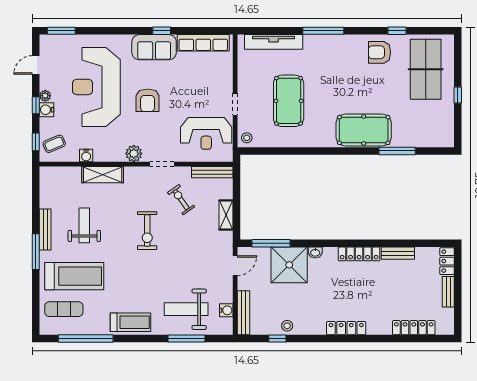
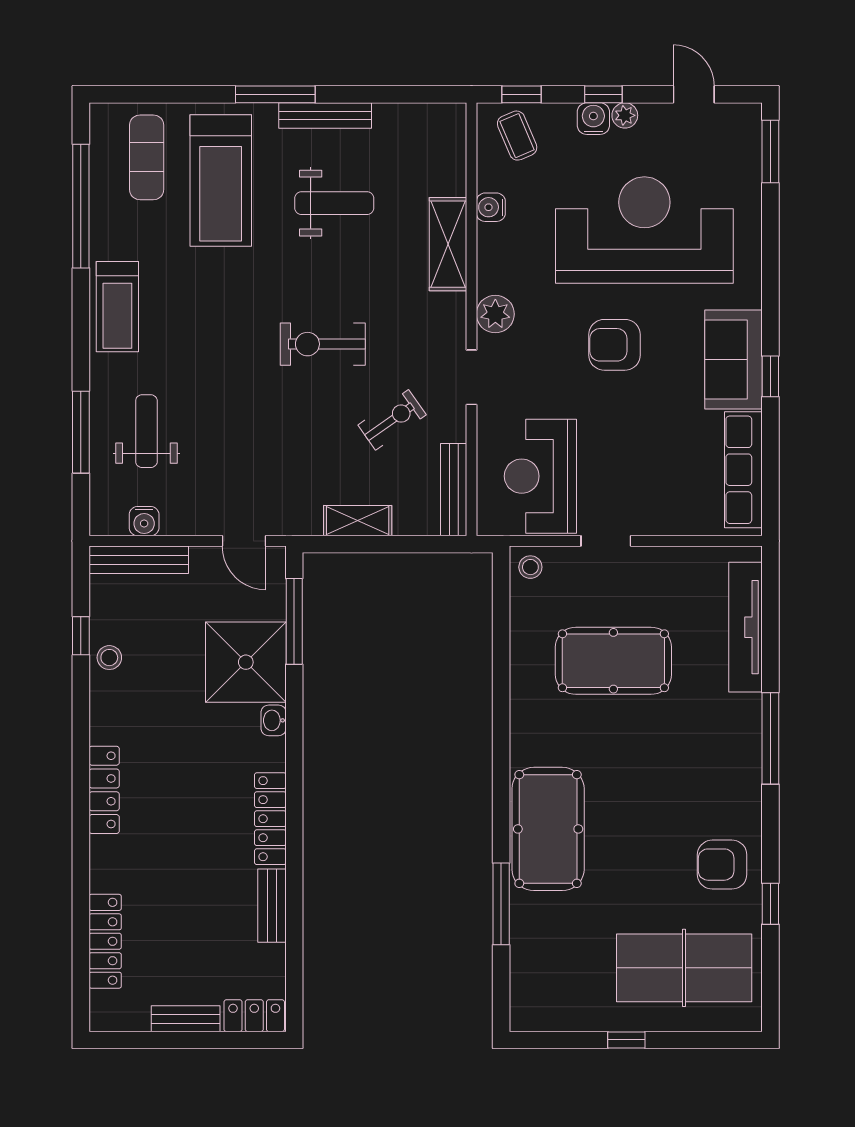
armchair: (380, 52) -> (722, 865), turned -90
weight bench: (186, 309) -> (146, 431), width x0.73, depth x0.75

